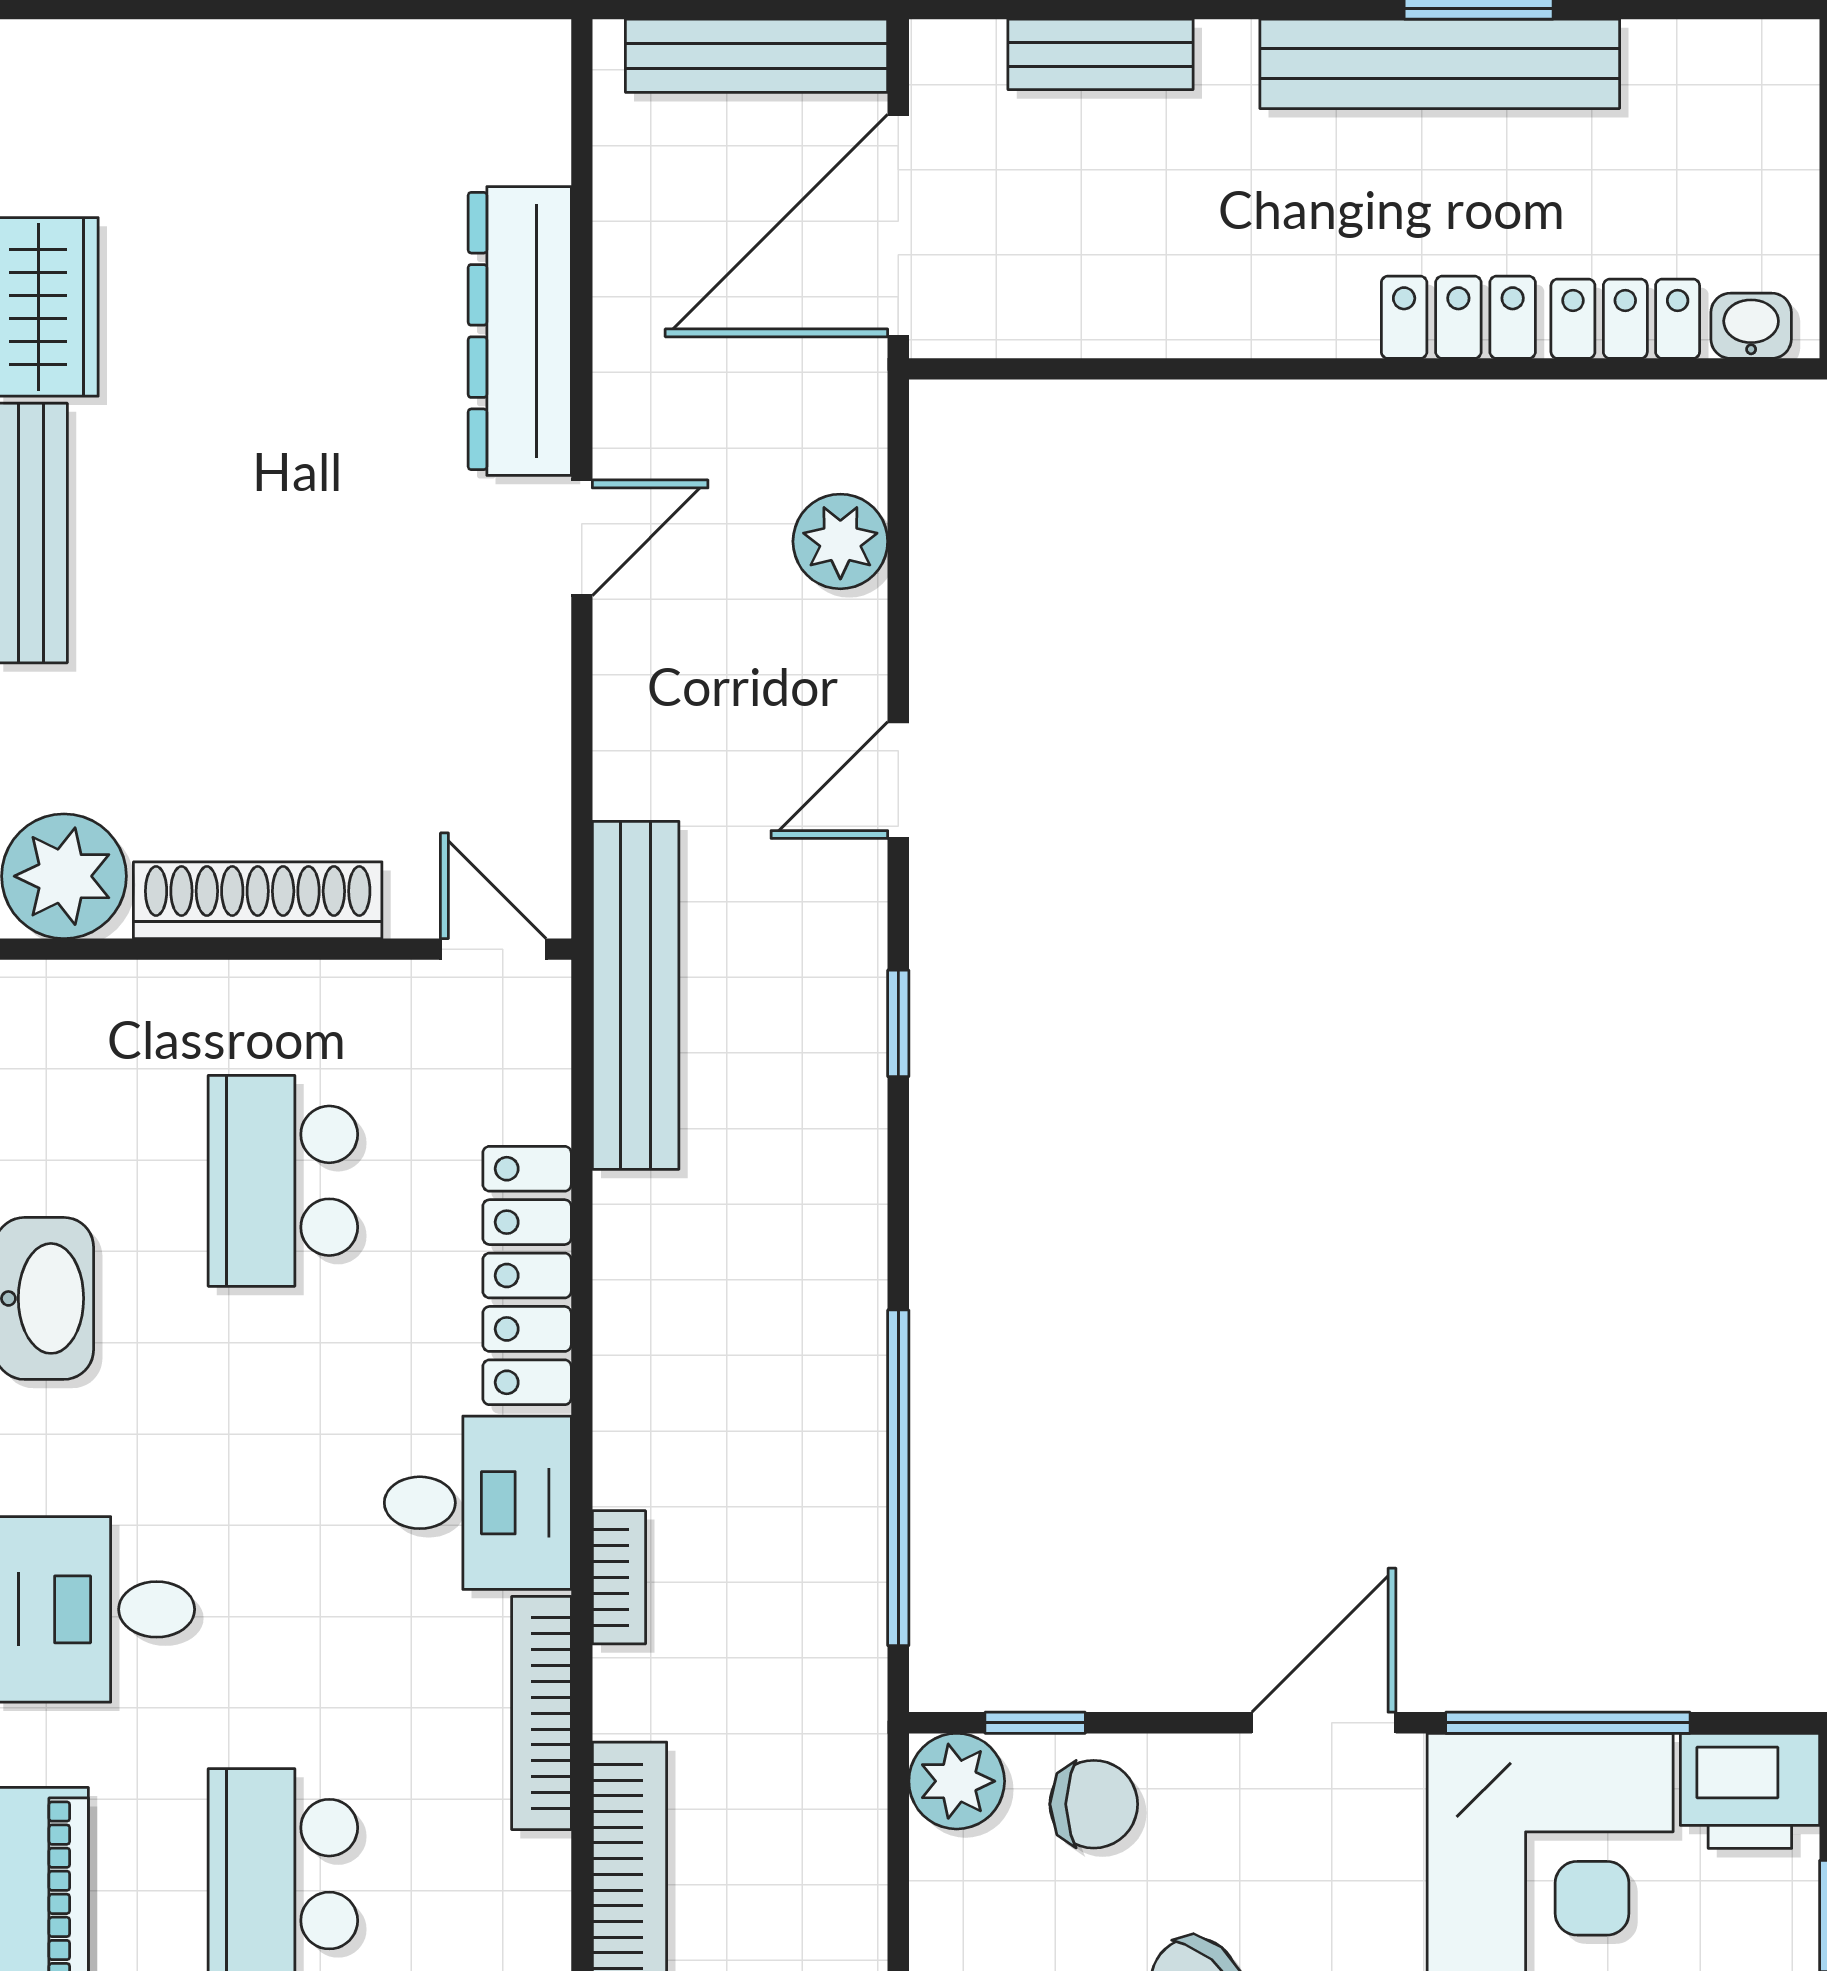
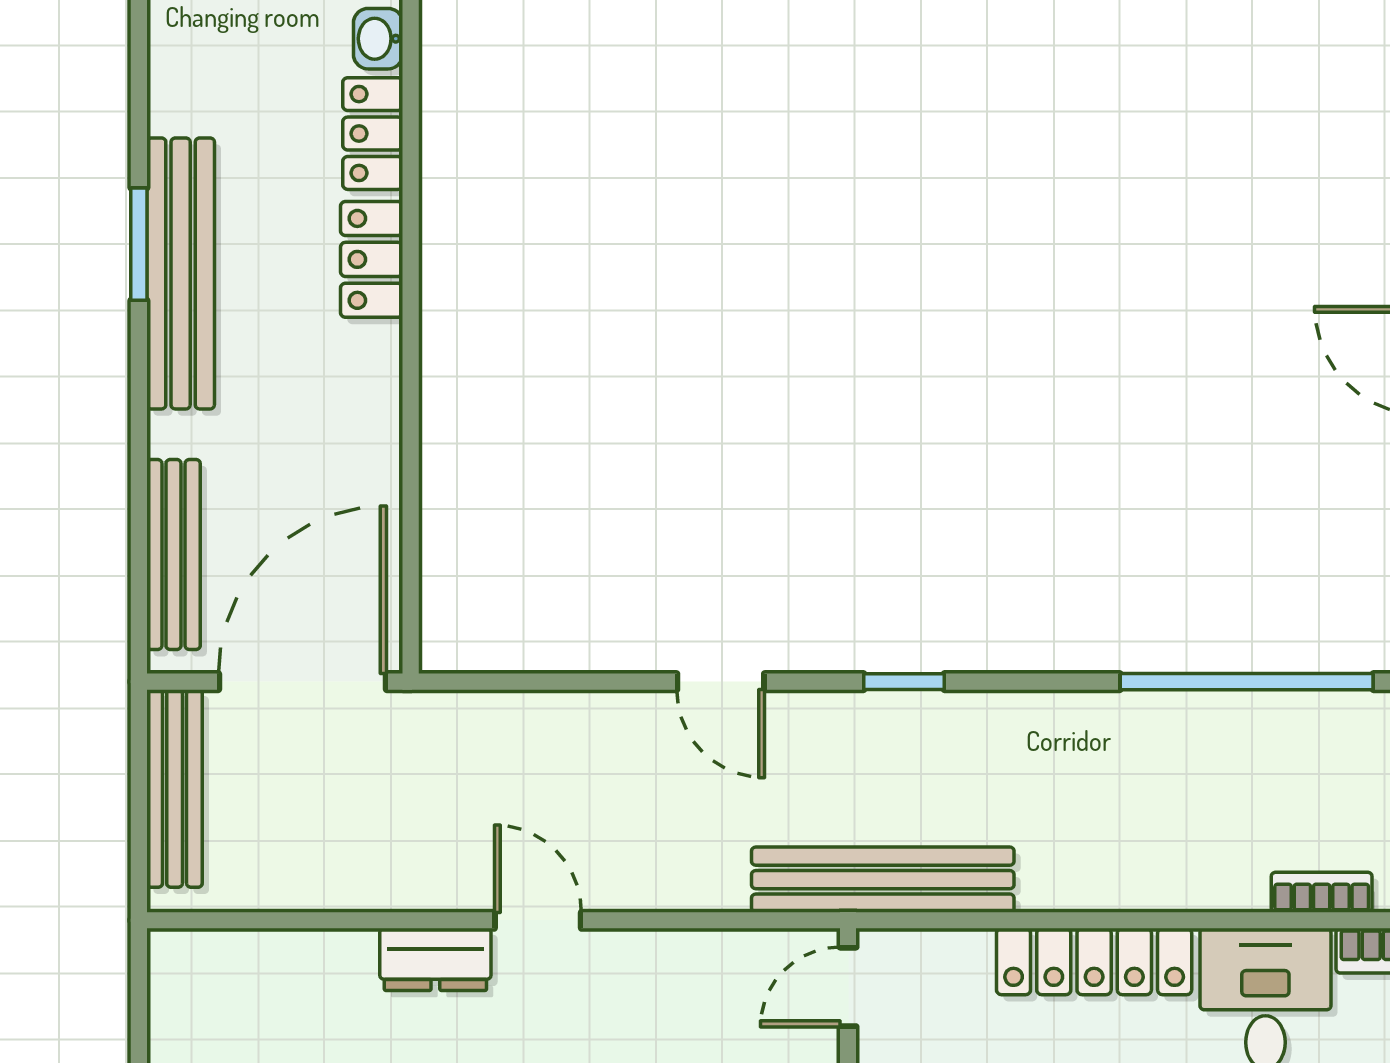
bench: (1101, 54) -> (173, 555), width x1.36
door: (898, 226) -> (303, 682), swing flipped
dresser: (520, 331) -> (435, 959), width x0.51, depth x0.80
plant: (840, 541) -> (541, 725), removed

